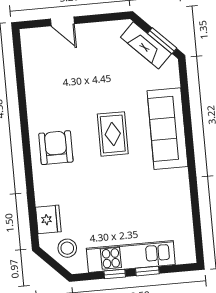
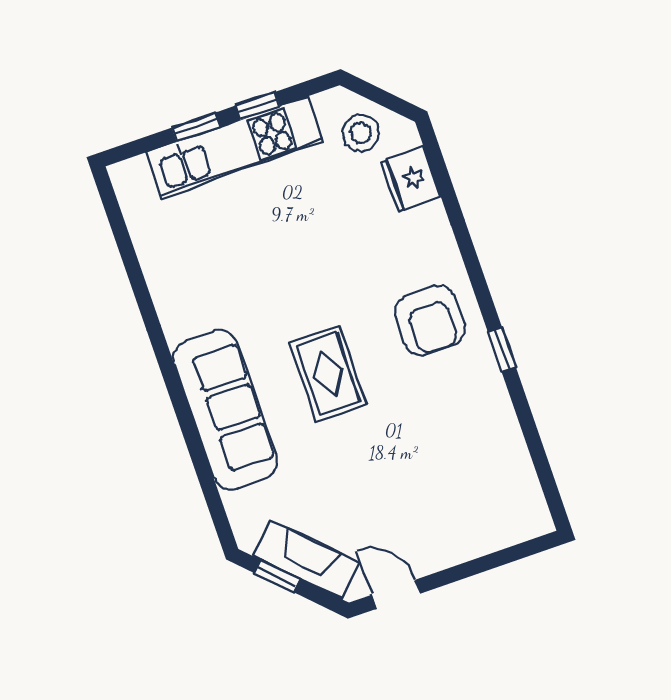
door: (62, 21) -> (396, 594), moved
window: (162, 41) -> (277, 576), width x0.67
window: (24, 125) -> (502, 349), added

